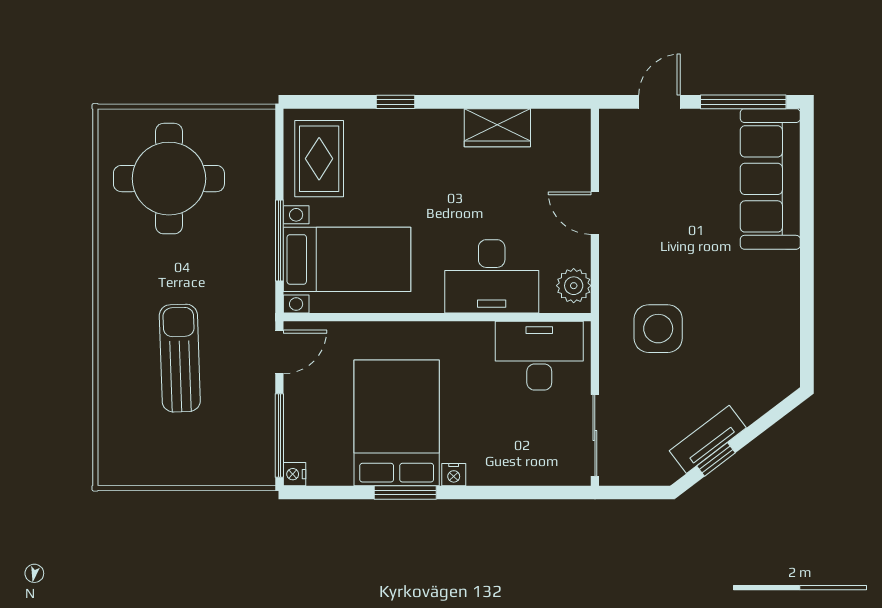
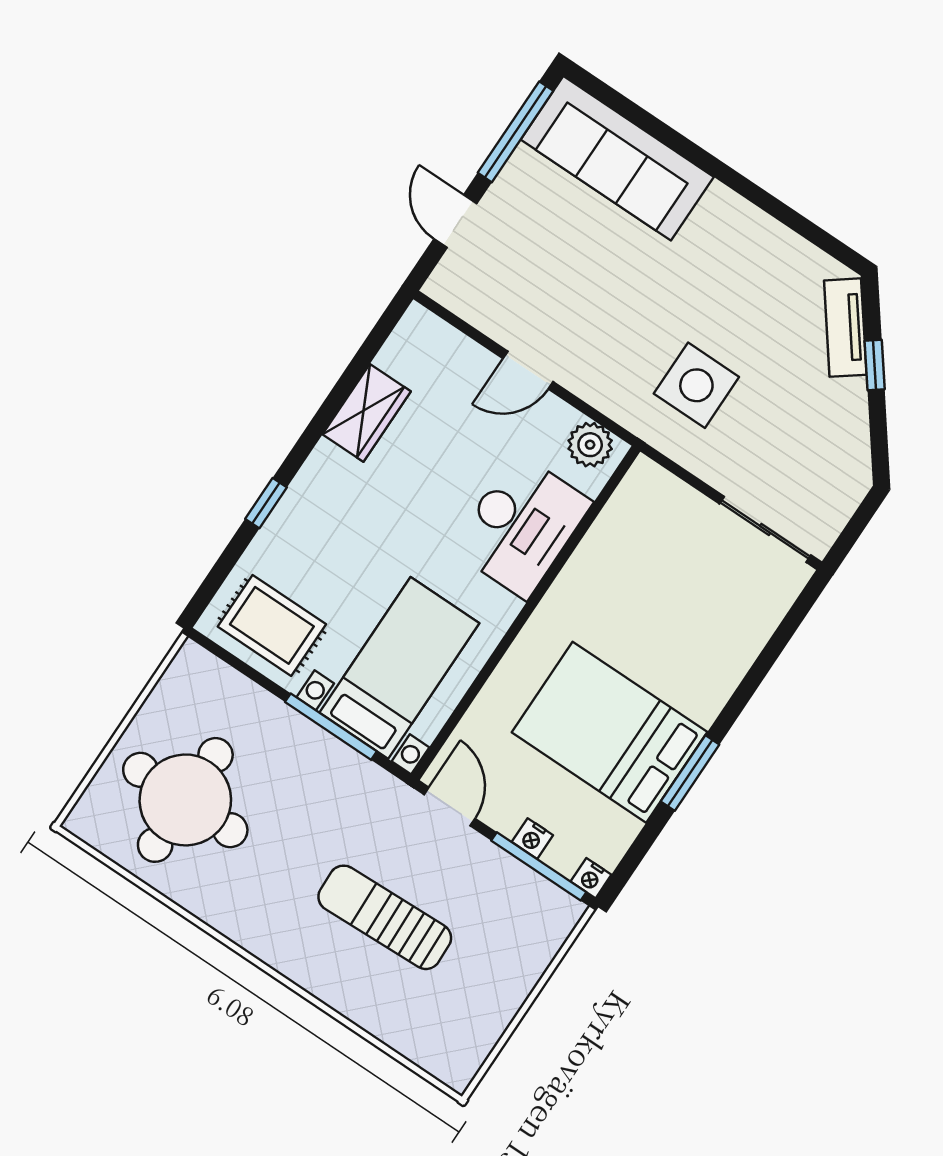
desk: (539, 356) -> (640, 532), removed
tv unit: (708, 439) -> (845, 328), moved
window: (716, 459) -> (875, 365), moved
nightstand: (454, 475) -> (532, 839), moved, turned 90

